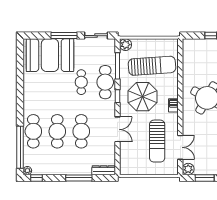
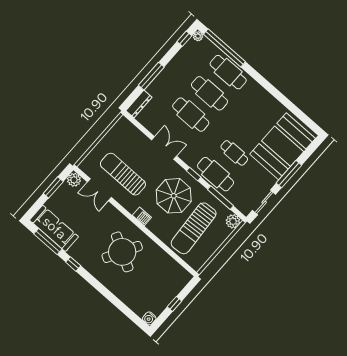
double door: (117, 129) -> (164, 148), swing flipped

